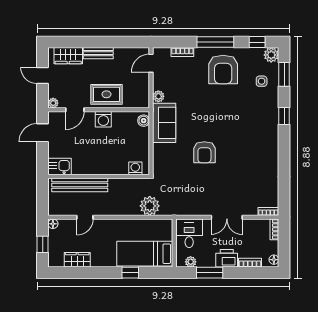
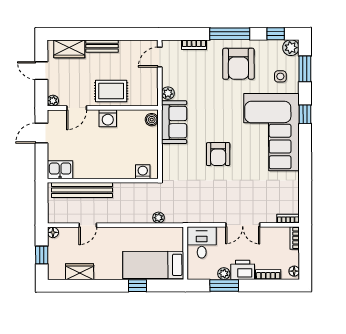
corner sofa: (253, 132) -> (271, 132), added
plant: (150, 206) -> (158, 218), width x0.53, depth x0.53
plant: (191, 262) -> (224, 274), moved

